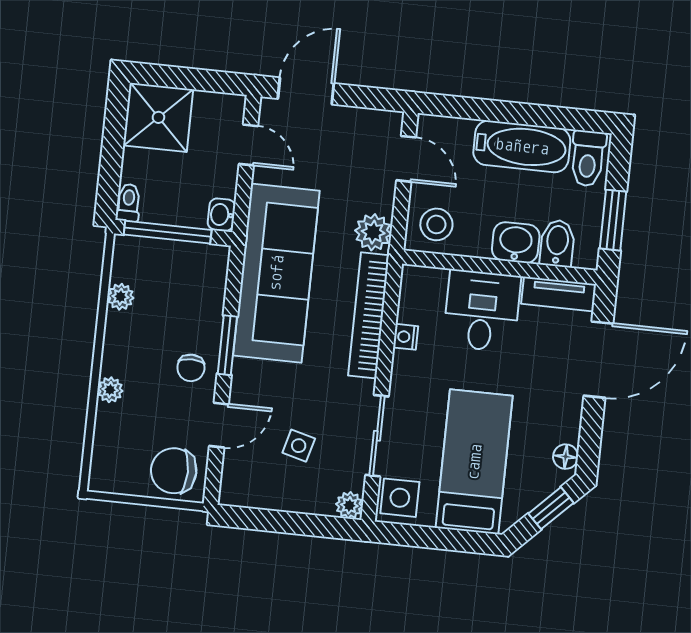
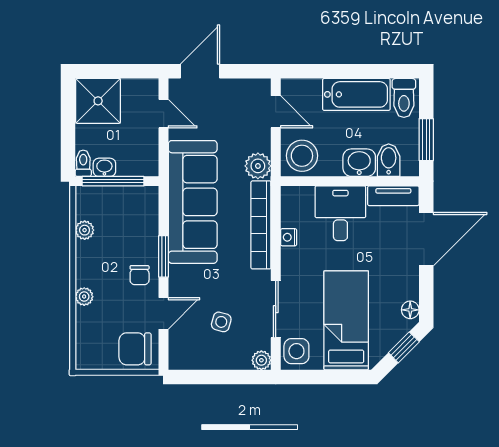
washbasin: (221, 215) -> (104, 167), moved, turned 90
stool: (436, 224) -> (302, 156), width x1.38, depth x1.38

